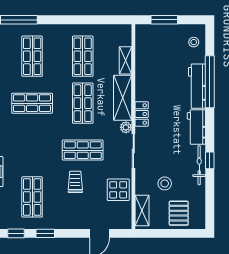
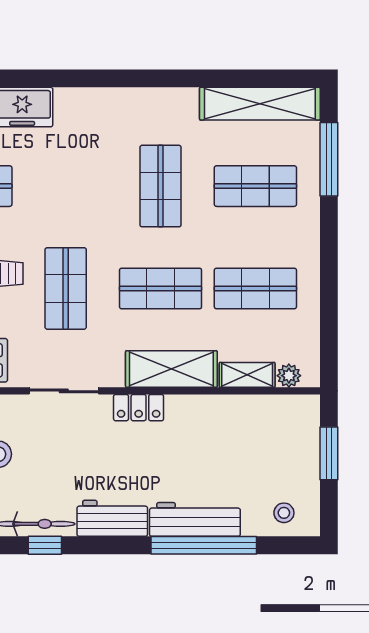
plant: (126, 127) -> (289, 376), moved

